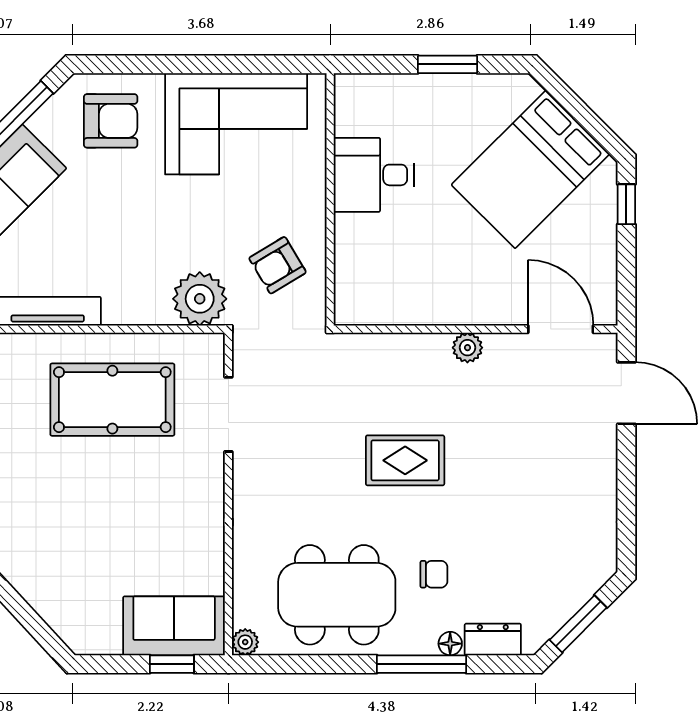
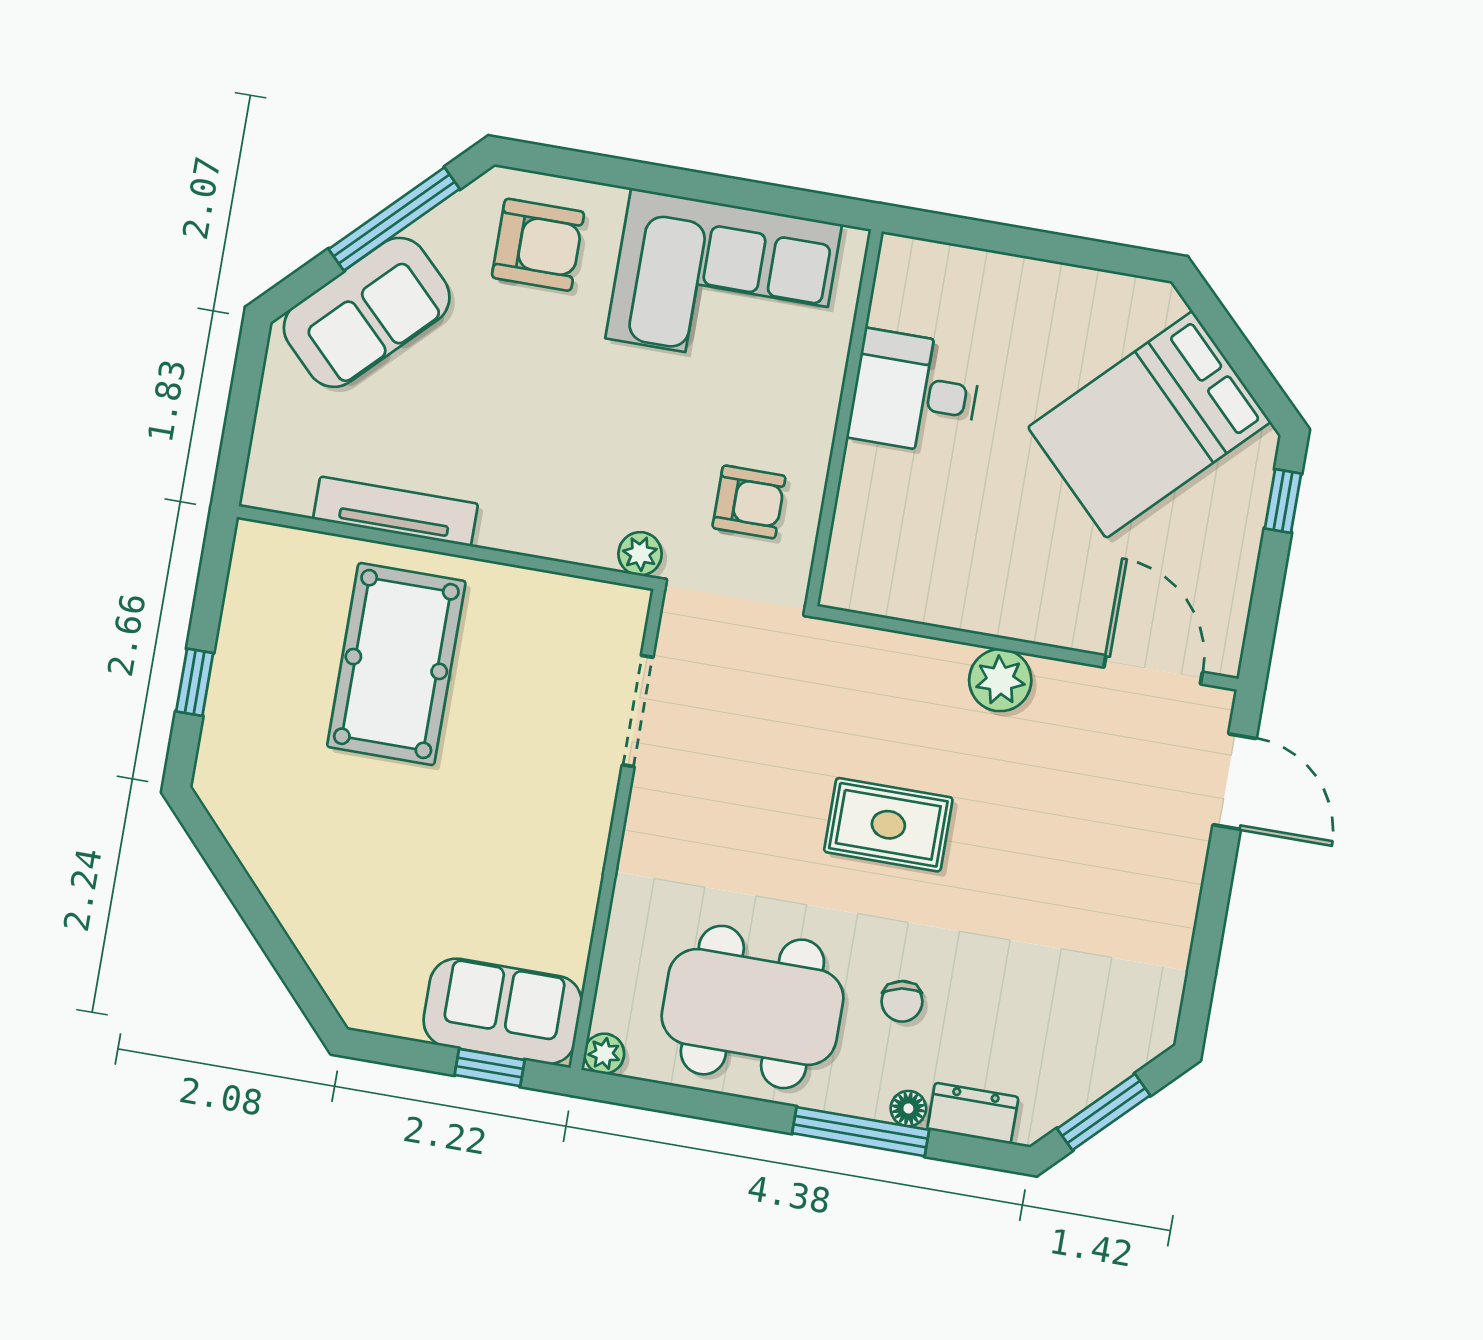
window: (448, 64) -> (1053, 247), removed
armchair: (278, 265) -> (749, 502), turned -149
plant: (200, 299) -> (640, 554), width x0.53, depth x0.53
plant: (467, 348) -> (1000, 680), width x1.38, depth x1.38
pool table: (112, 400) -> (396, 664), moved, turned 90
chair: (434, 574) -> (902, 1001), turned 80

